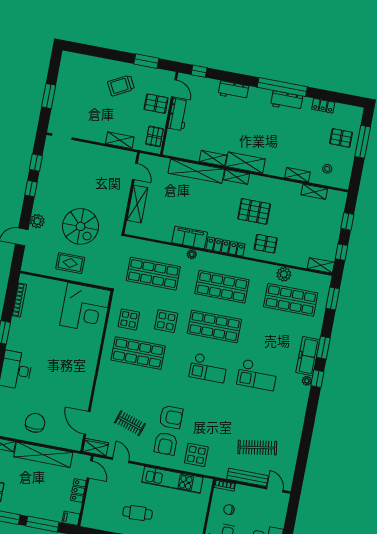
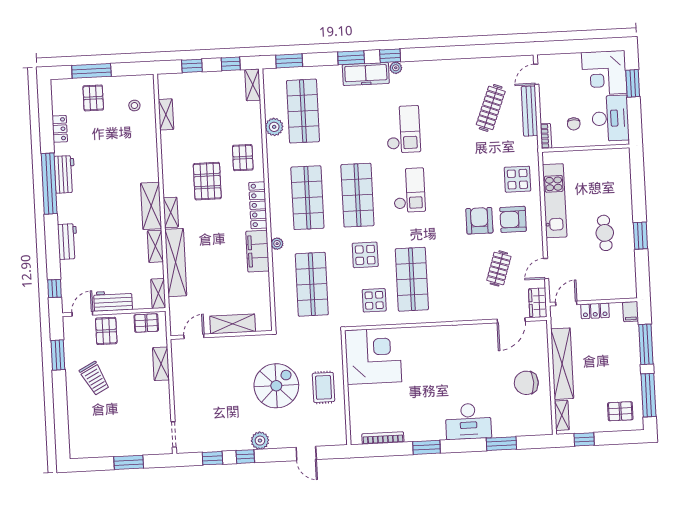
shelving: (297, 175) -> (158, 293), moved
plant: (37, 221) -> (260, 441), moved
armchair: (166, 444) -> (513, 219), turned 180
clothes rail: (257, 448) -> (491, 108), turned 30

